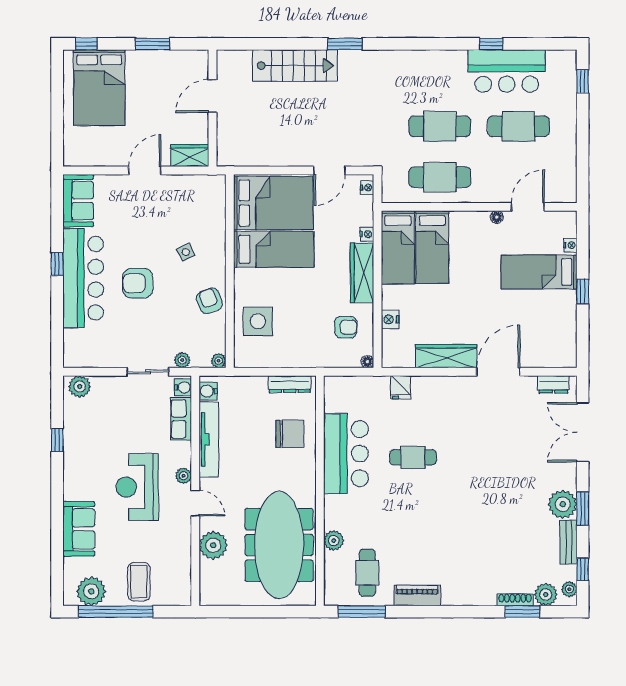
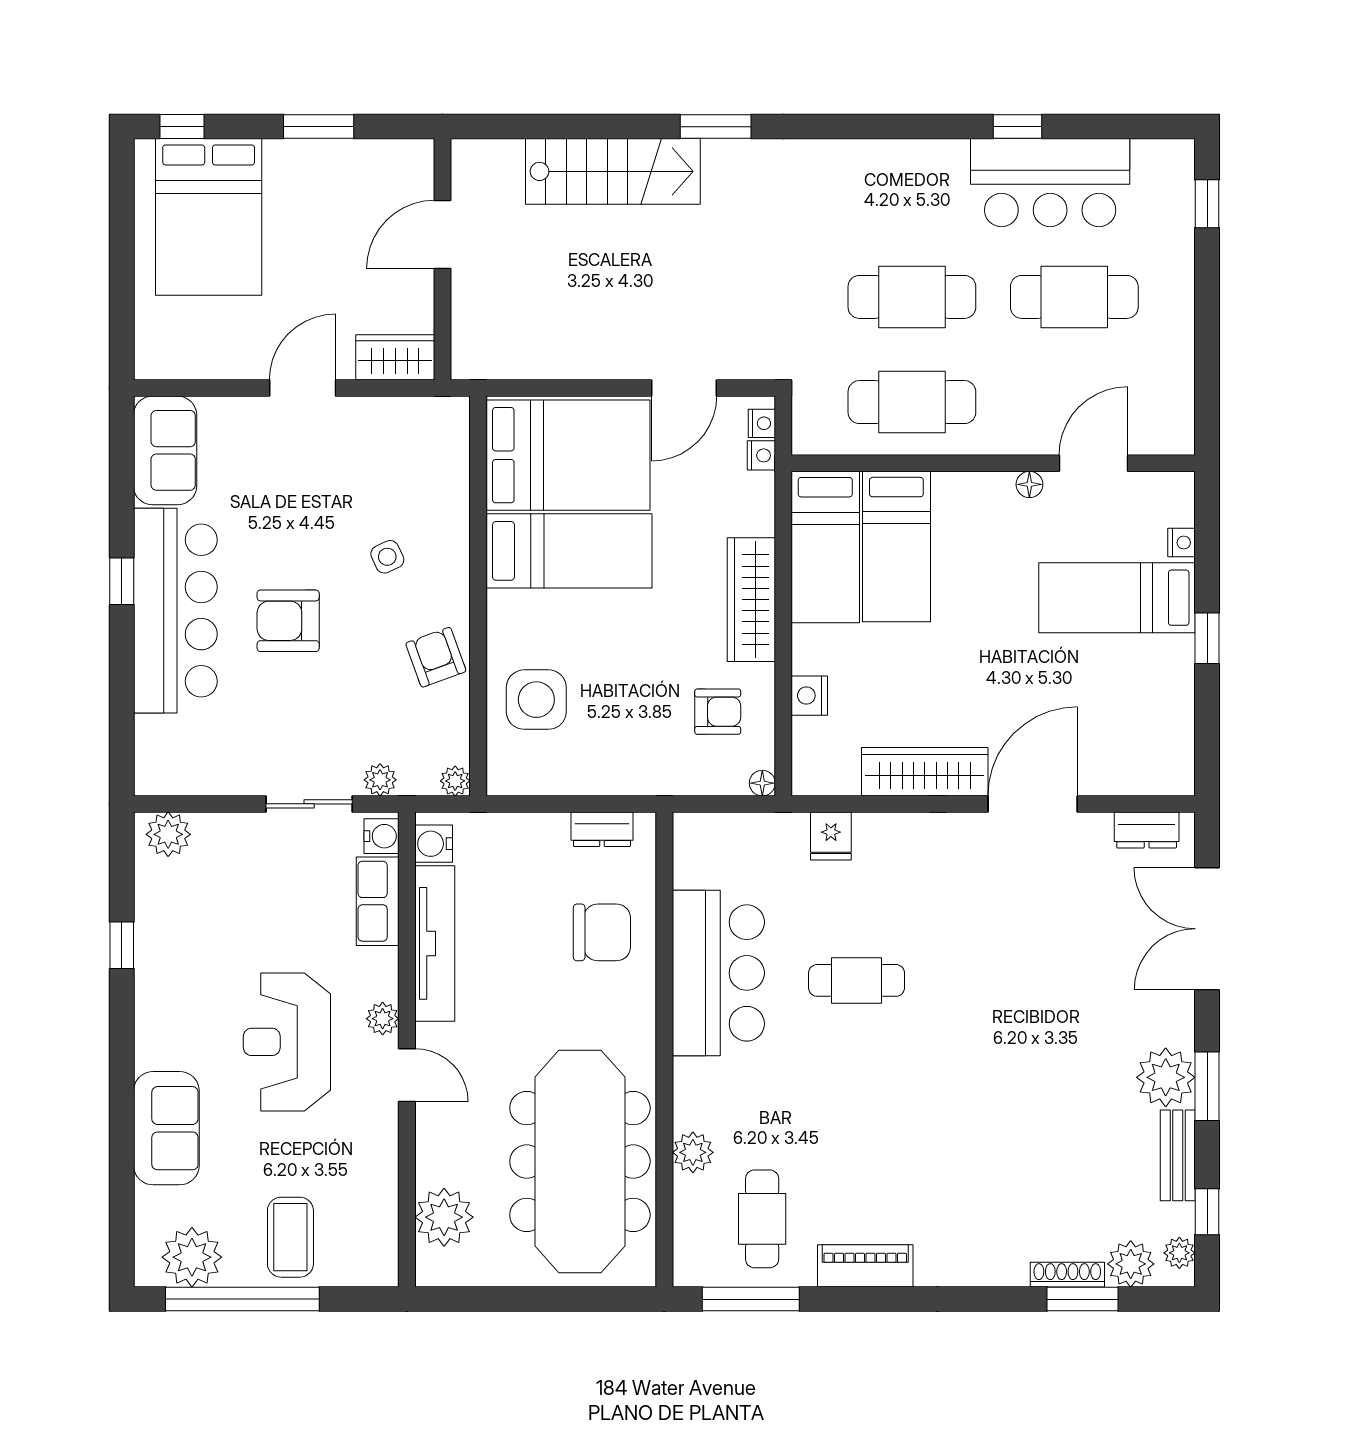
nightstand: (367, 234) -> (761, 455), moved
dresser: (290, 384) -> (602, 829), width x0.70
plant: (213, 545) -> (444, 1217), moved

